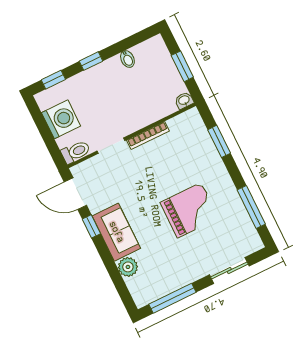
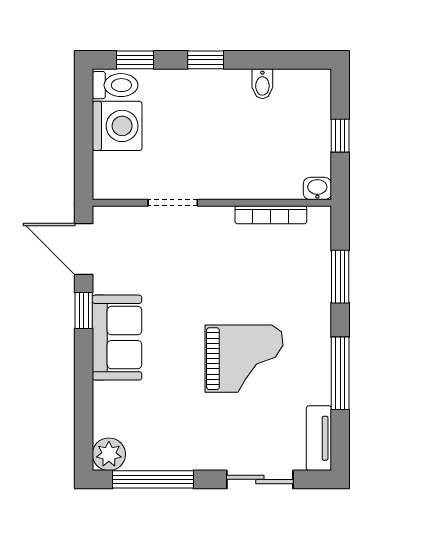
window: (182, 66) -> (340, 136), width x0.67
bookcase: (148, 135) -> (271, 215), moved
toilet: (76, 152) -> (115, 85), moved
window: (251, 207) -> (340, 373), moved
tv unit: (250, 233) -> (319, 438), added
plant: (128, 267) -> (109, 454), moved

